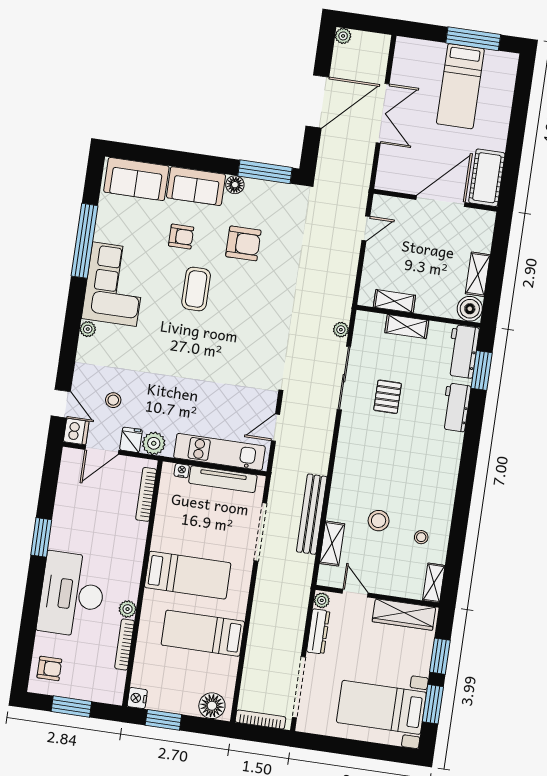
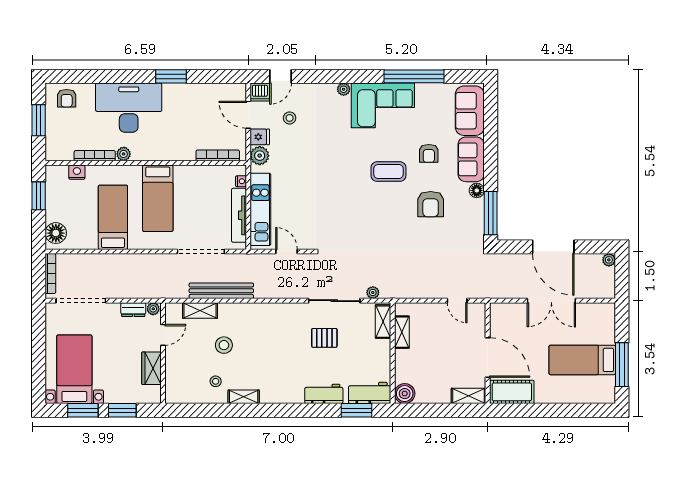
shelving: (478, 274) -> (469, 396), moved
shelving: (407, 327) -> (383, 322), moved
shelving: (434, 583) -> (244, 397), moved
wardrobe: (404, 615) -> (151, 368), width x0.67
dresser: (318, 631) -> (133, 310), width x0.70
nightstand: (137, 698) -> (77, 172), moved

